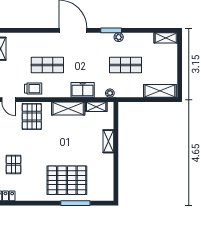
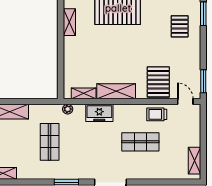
plant: (119, 37) -> (57, 174), removed
shop shelf: (125, 65) -> (50, 142), turned 90
shelving: (108, 141) -> (69, 22), moved

